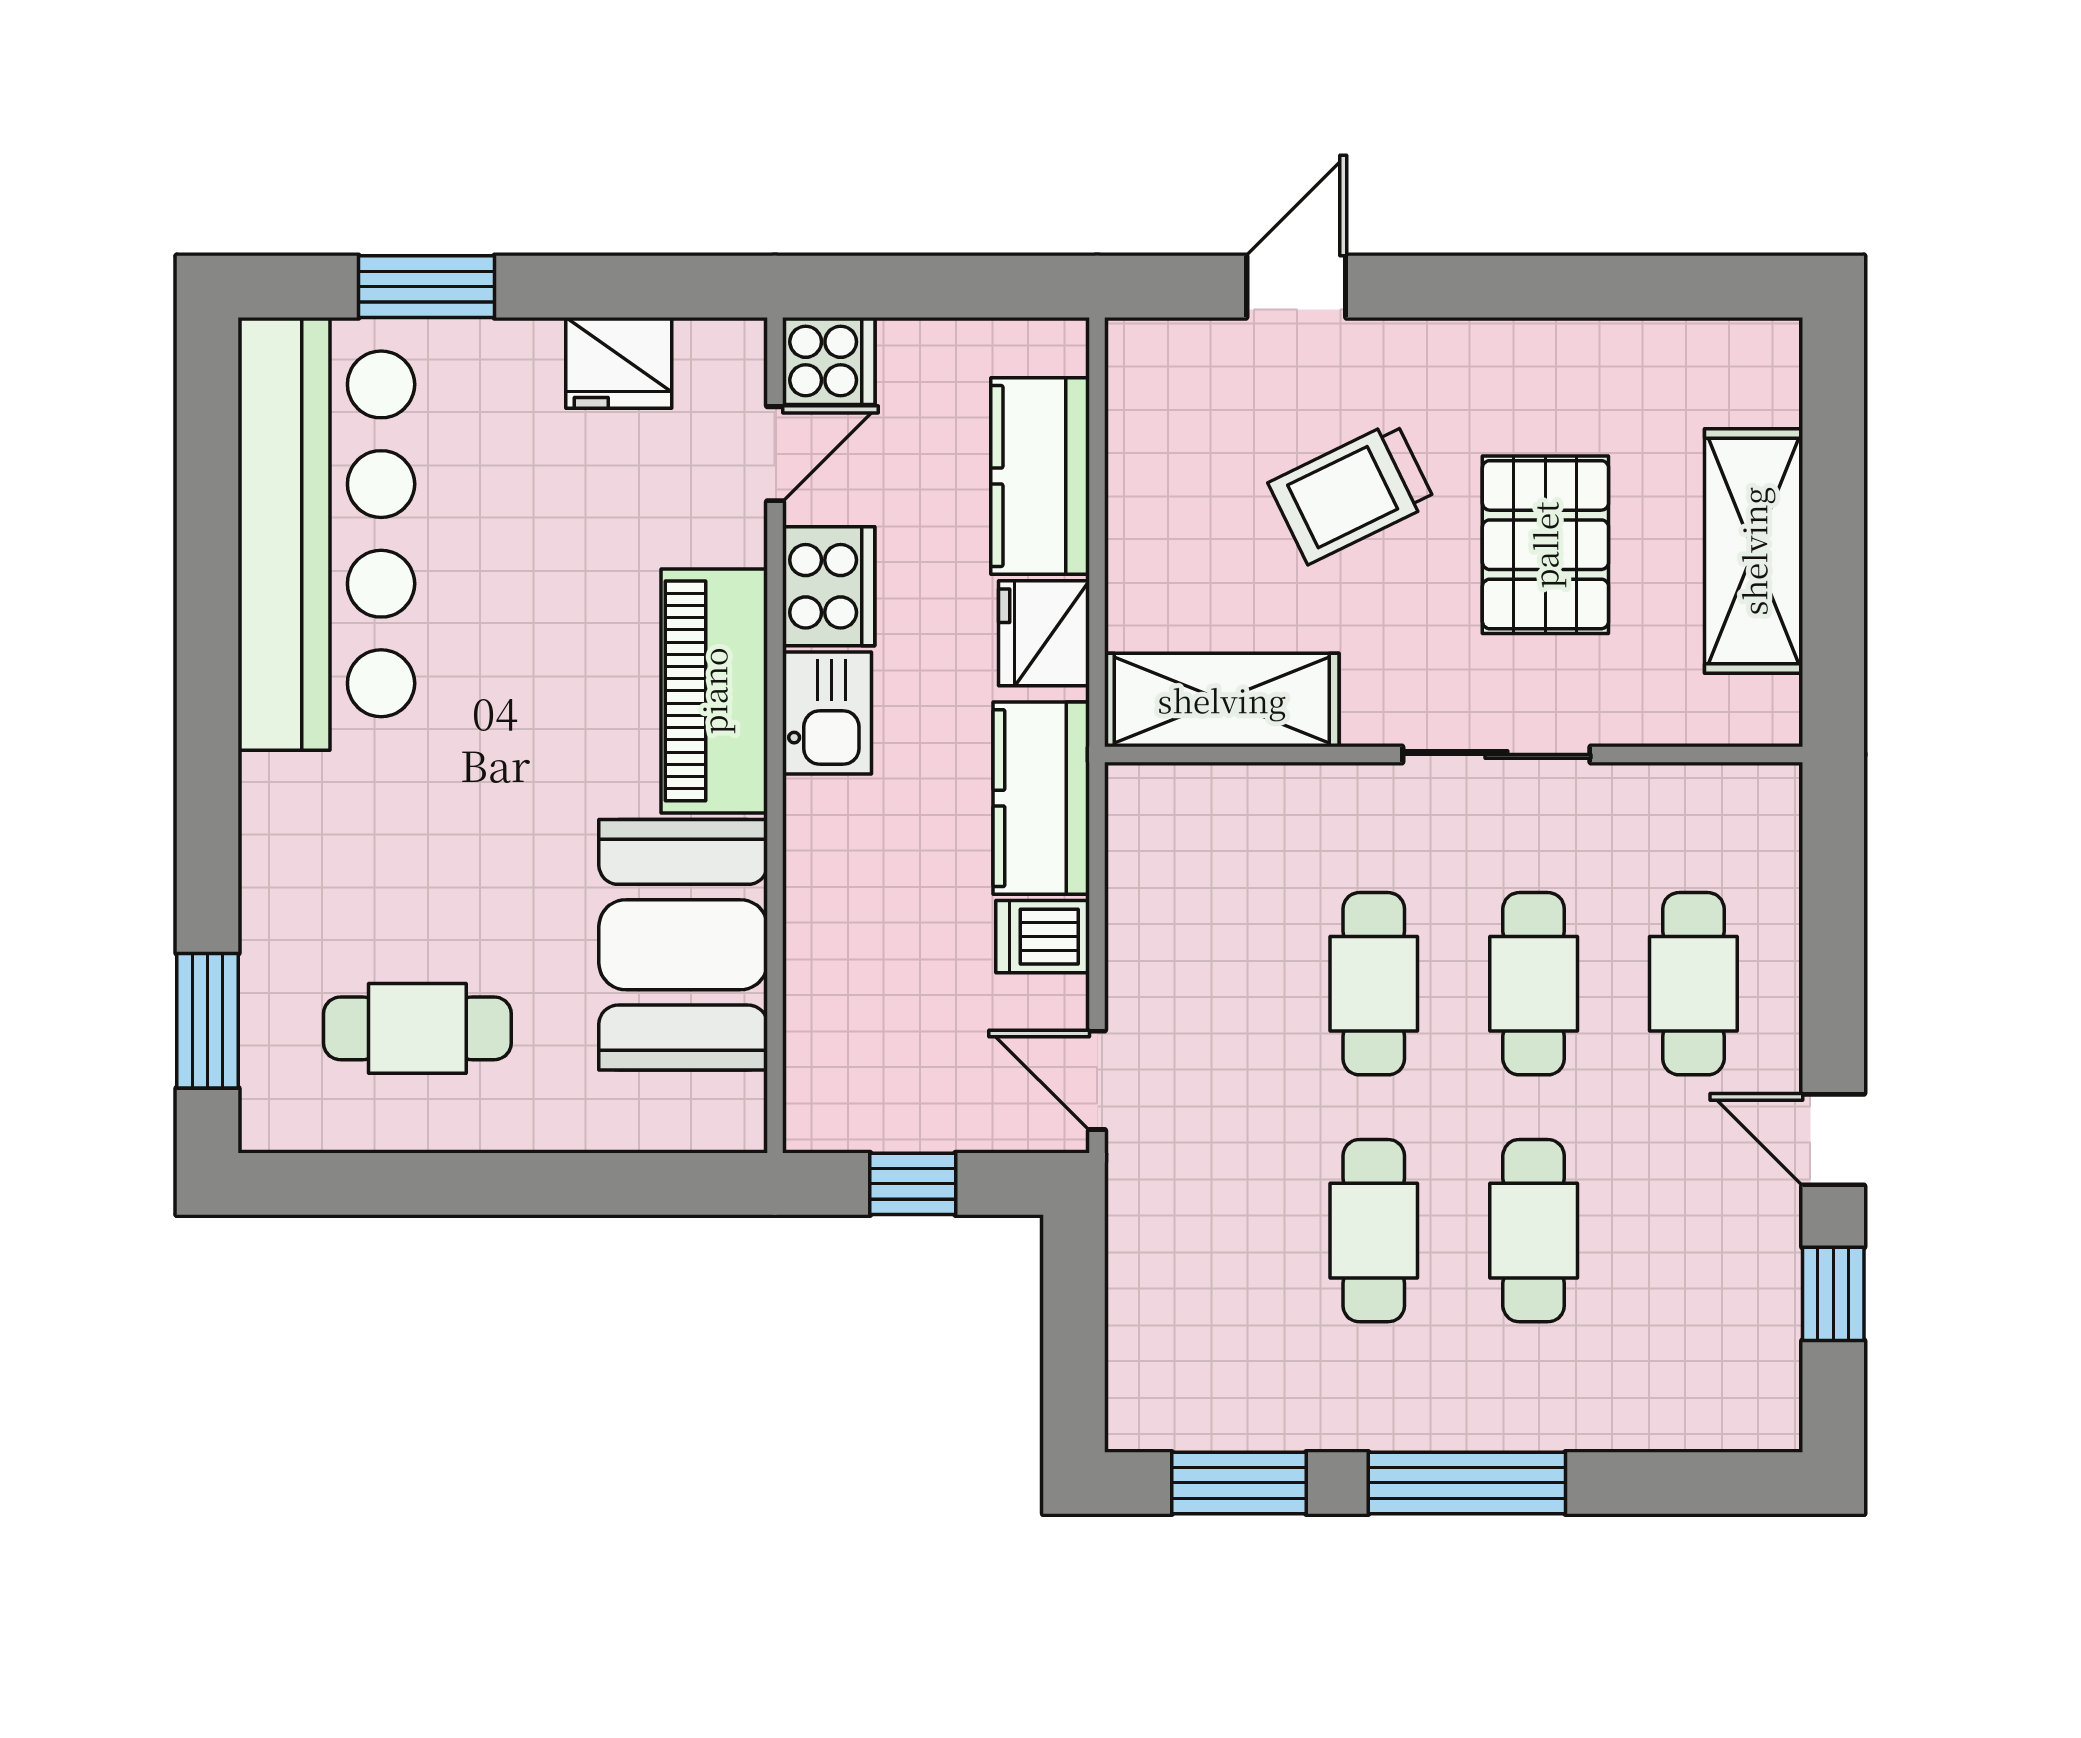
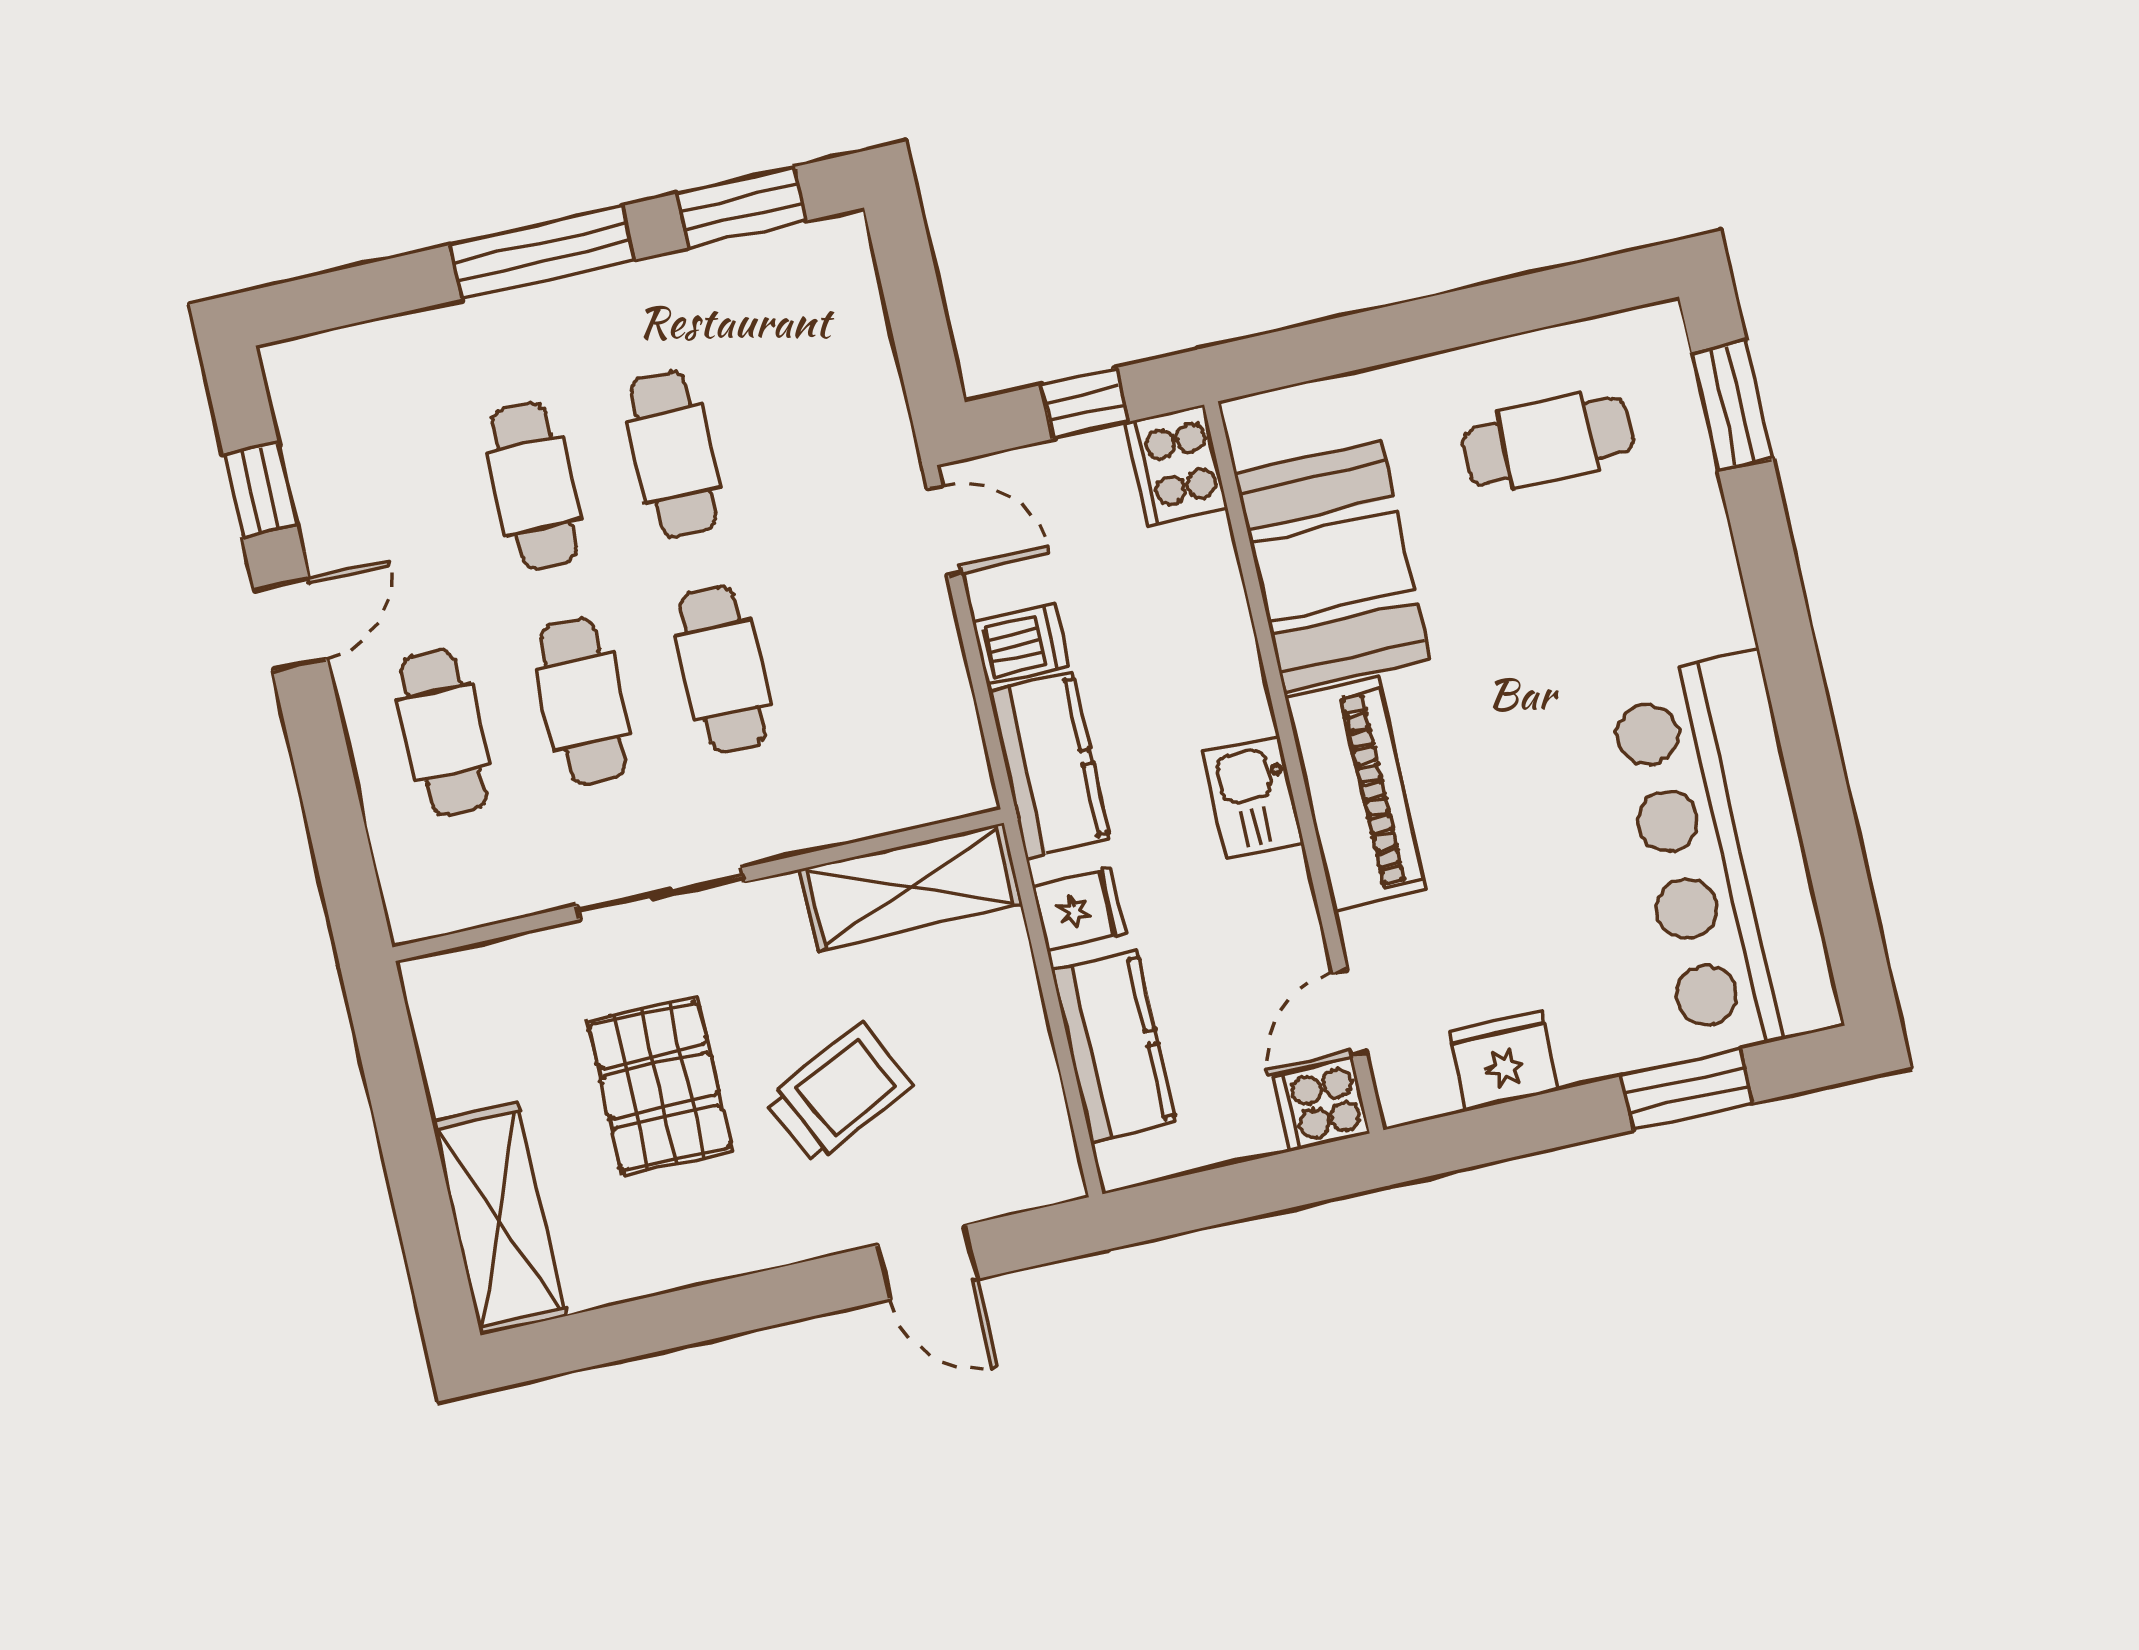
door: (1296, 287) -> (928, 1262), hinge flipped
shelving: (1754, 551) -> (499, 1219), moved
cooker: (829, 586) -> (1176, 465), moved
fridge: (1044, 633) -> (1079, 910), width x0.72
door: (1833, 1140) -> (291, 624), hinge flipped

